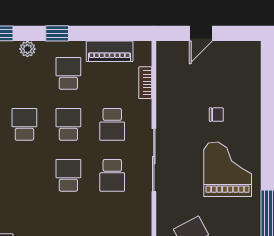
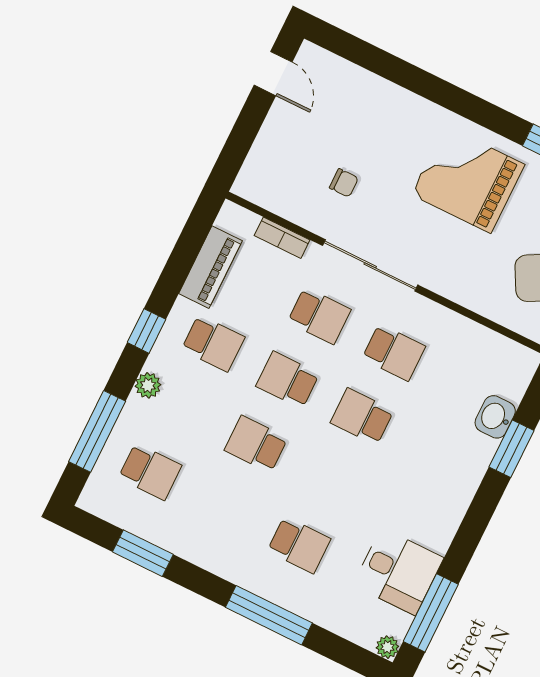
door: (201, 33) -> (273, 74), moved
school desk: (68, 73) -> (213, 343), turned 180
chair: (216, 115) -> (344, 183), moved, turned 90
sliding door: (154, 160) -> (370, 265), moved

